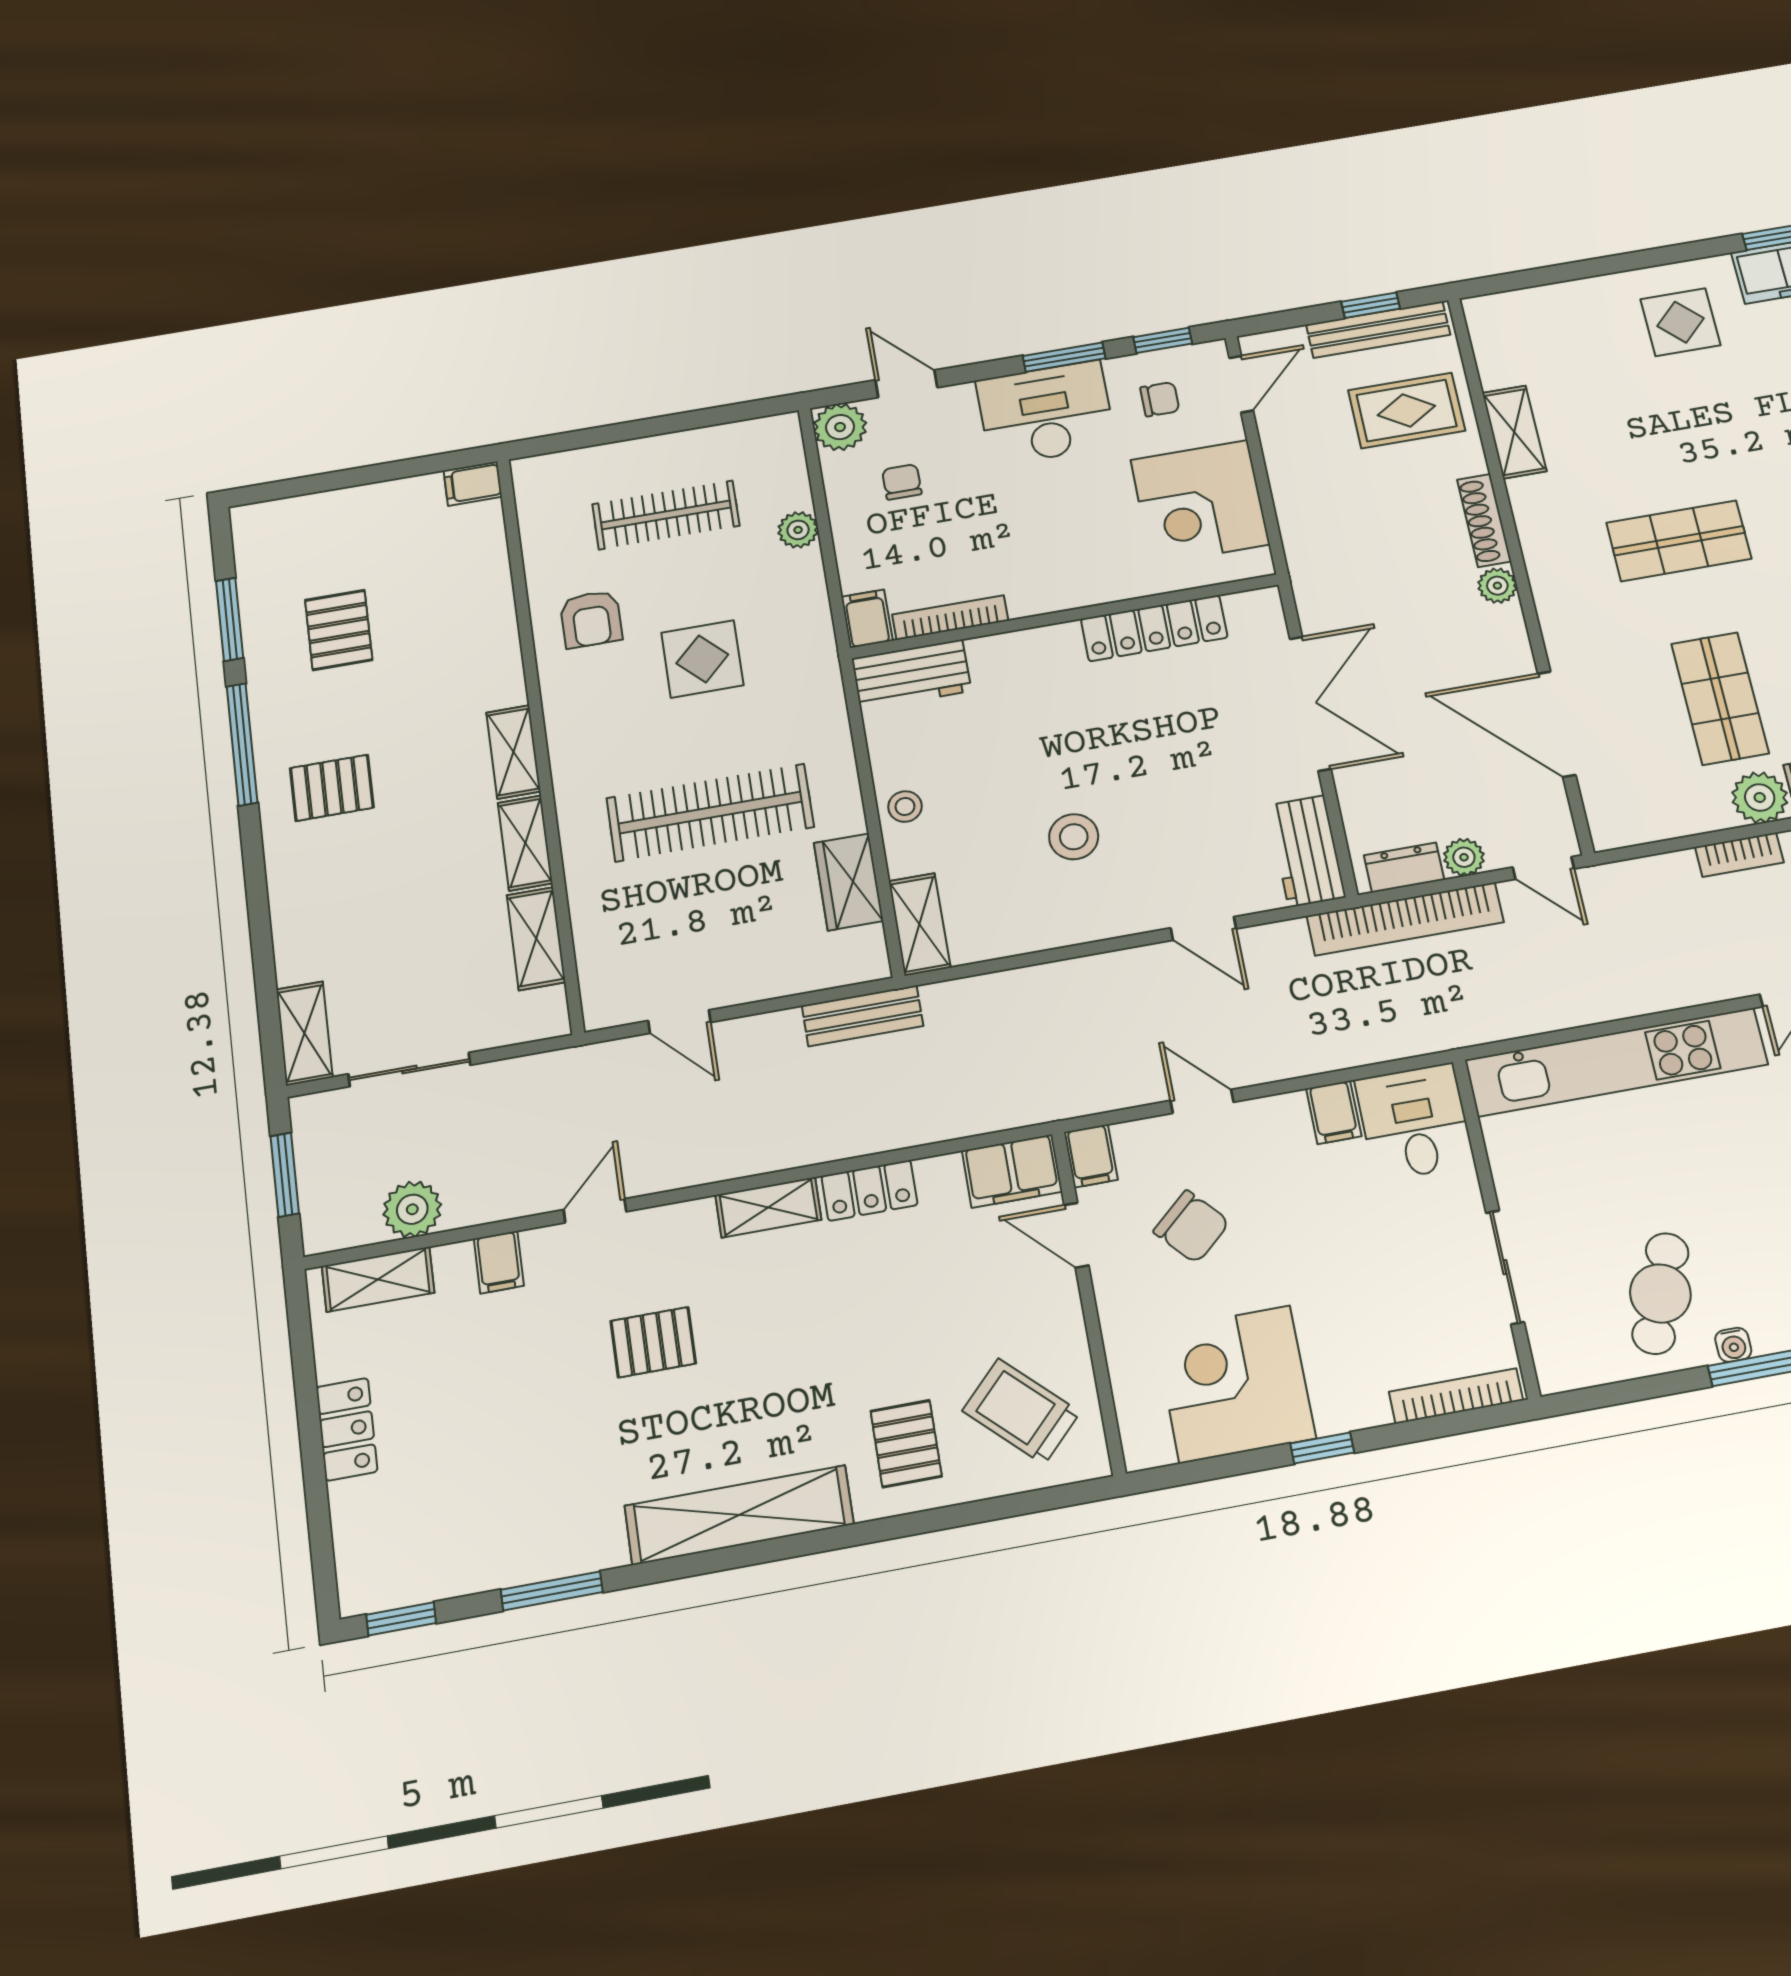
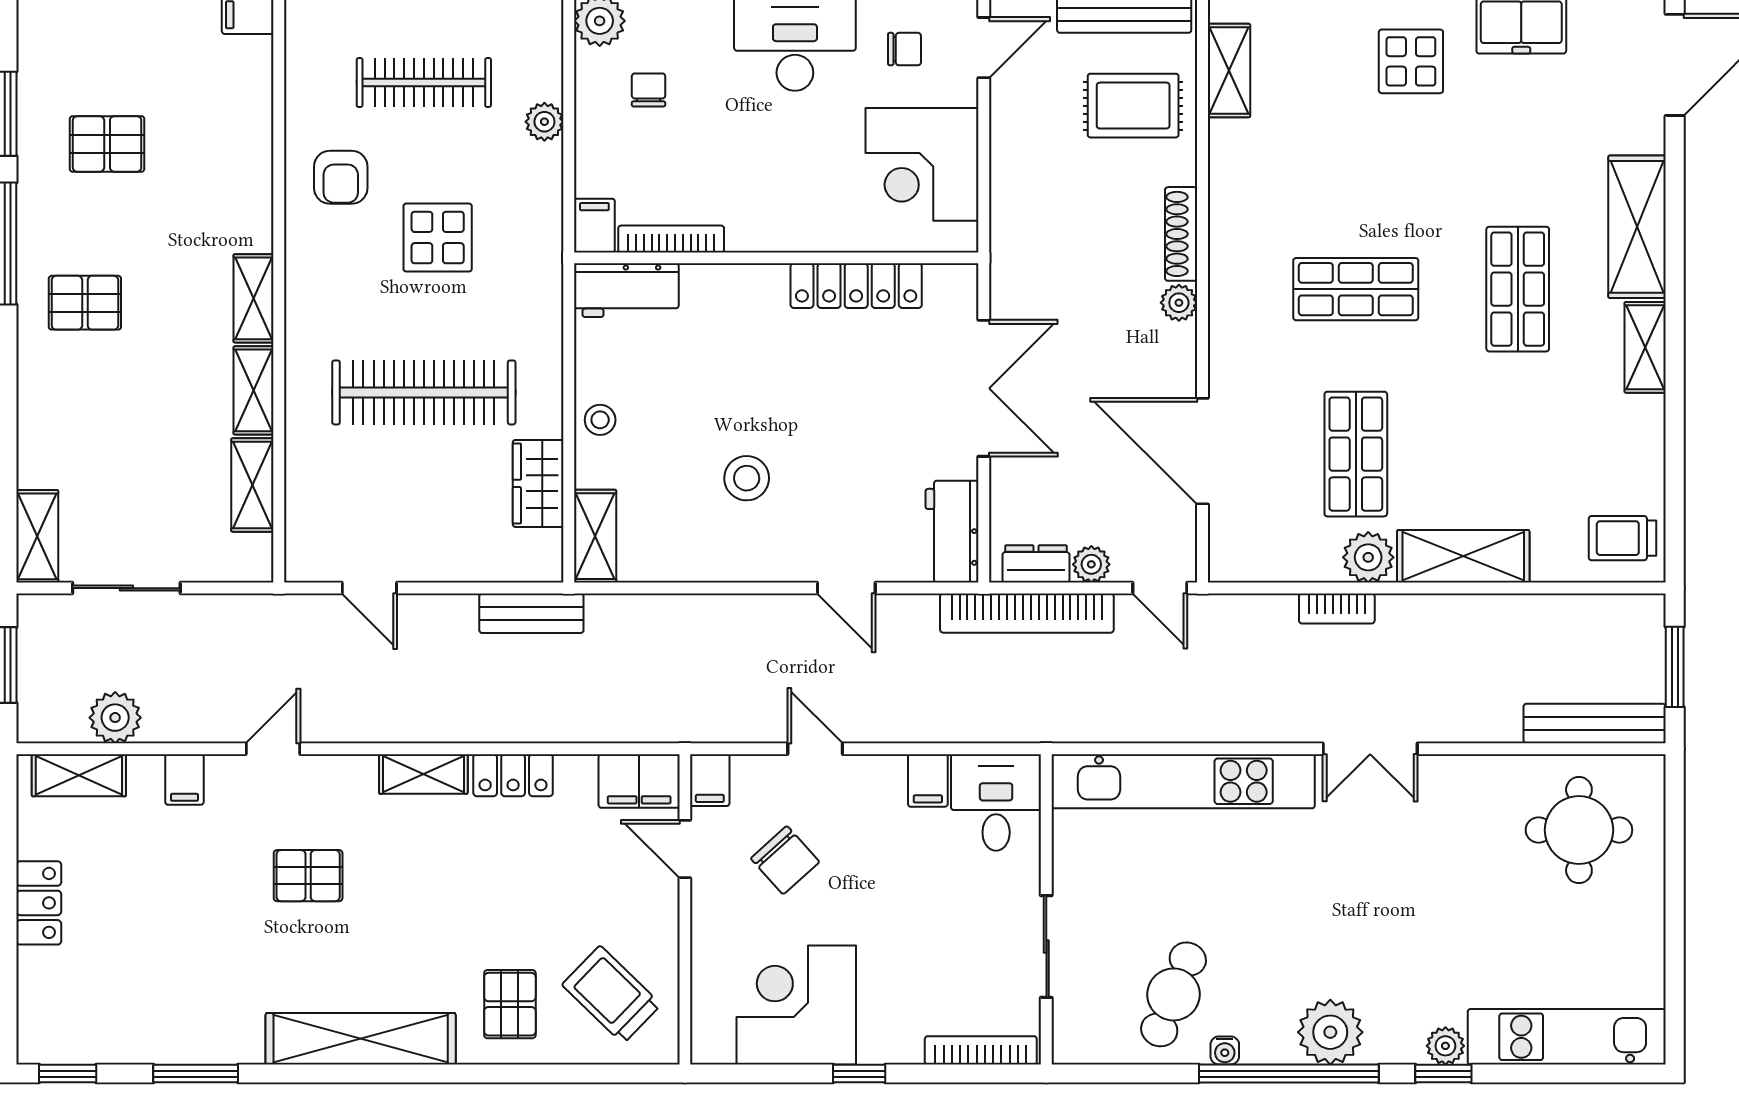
shelving: (1514, 432) -> (1229, 71), moved
pallet: (339, 630) -> (107, 144), turned 90

